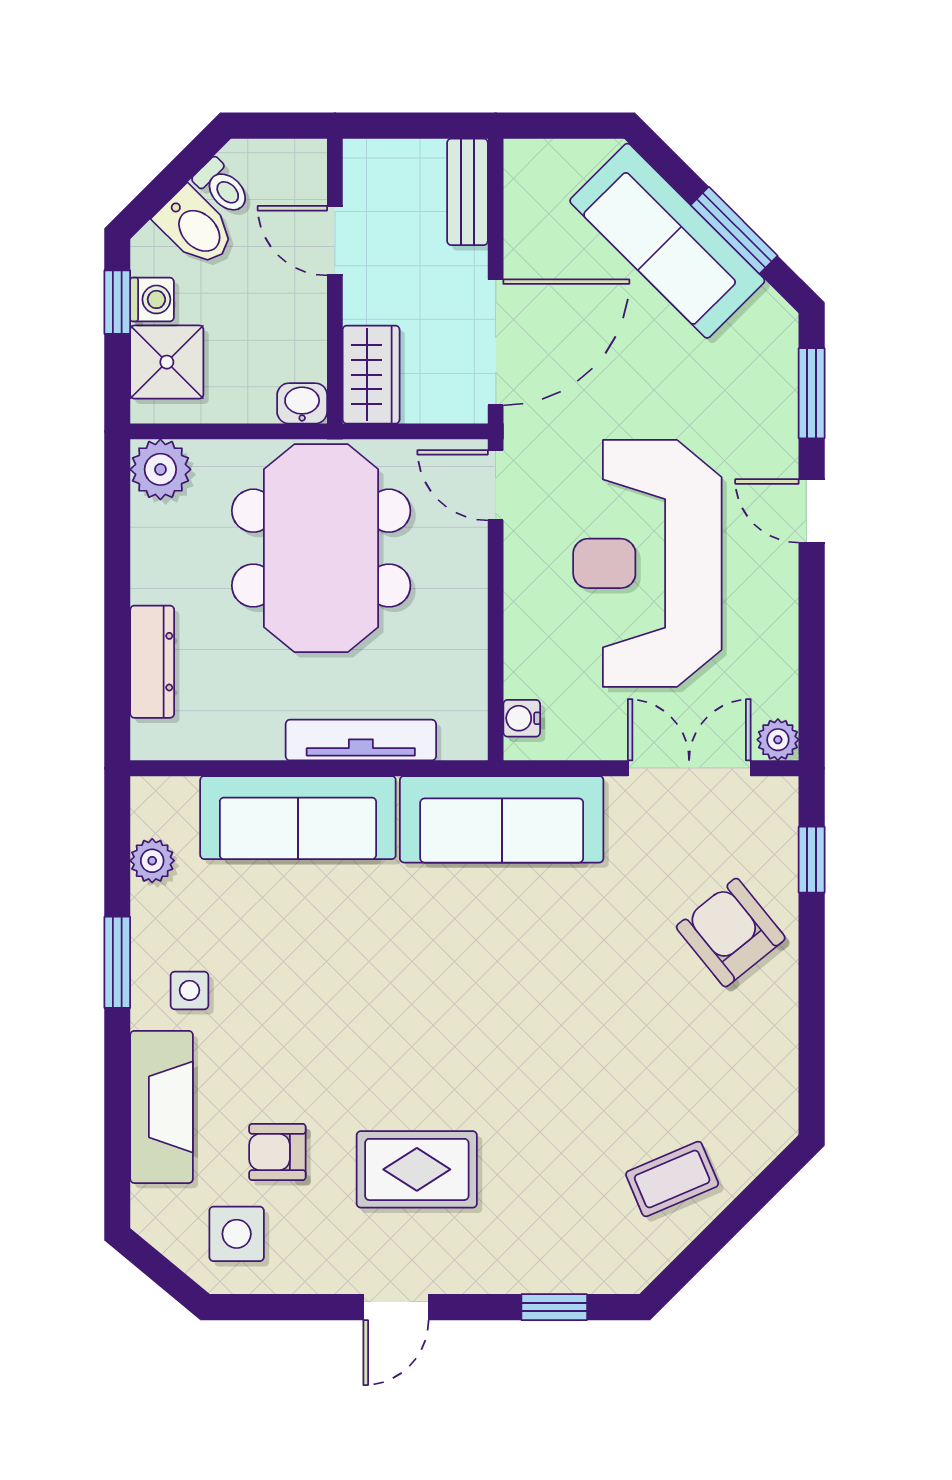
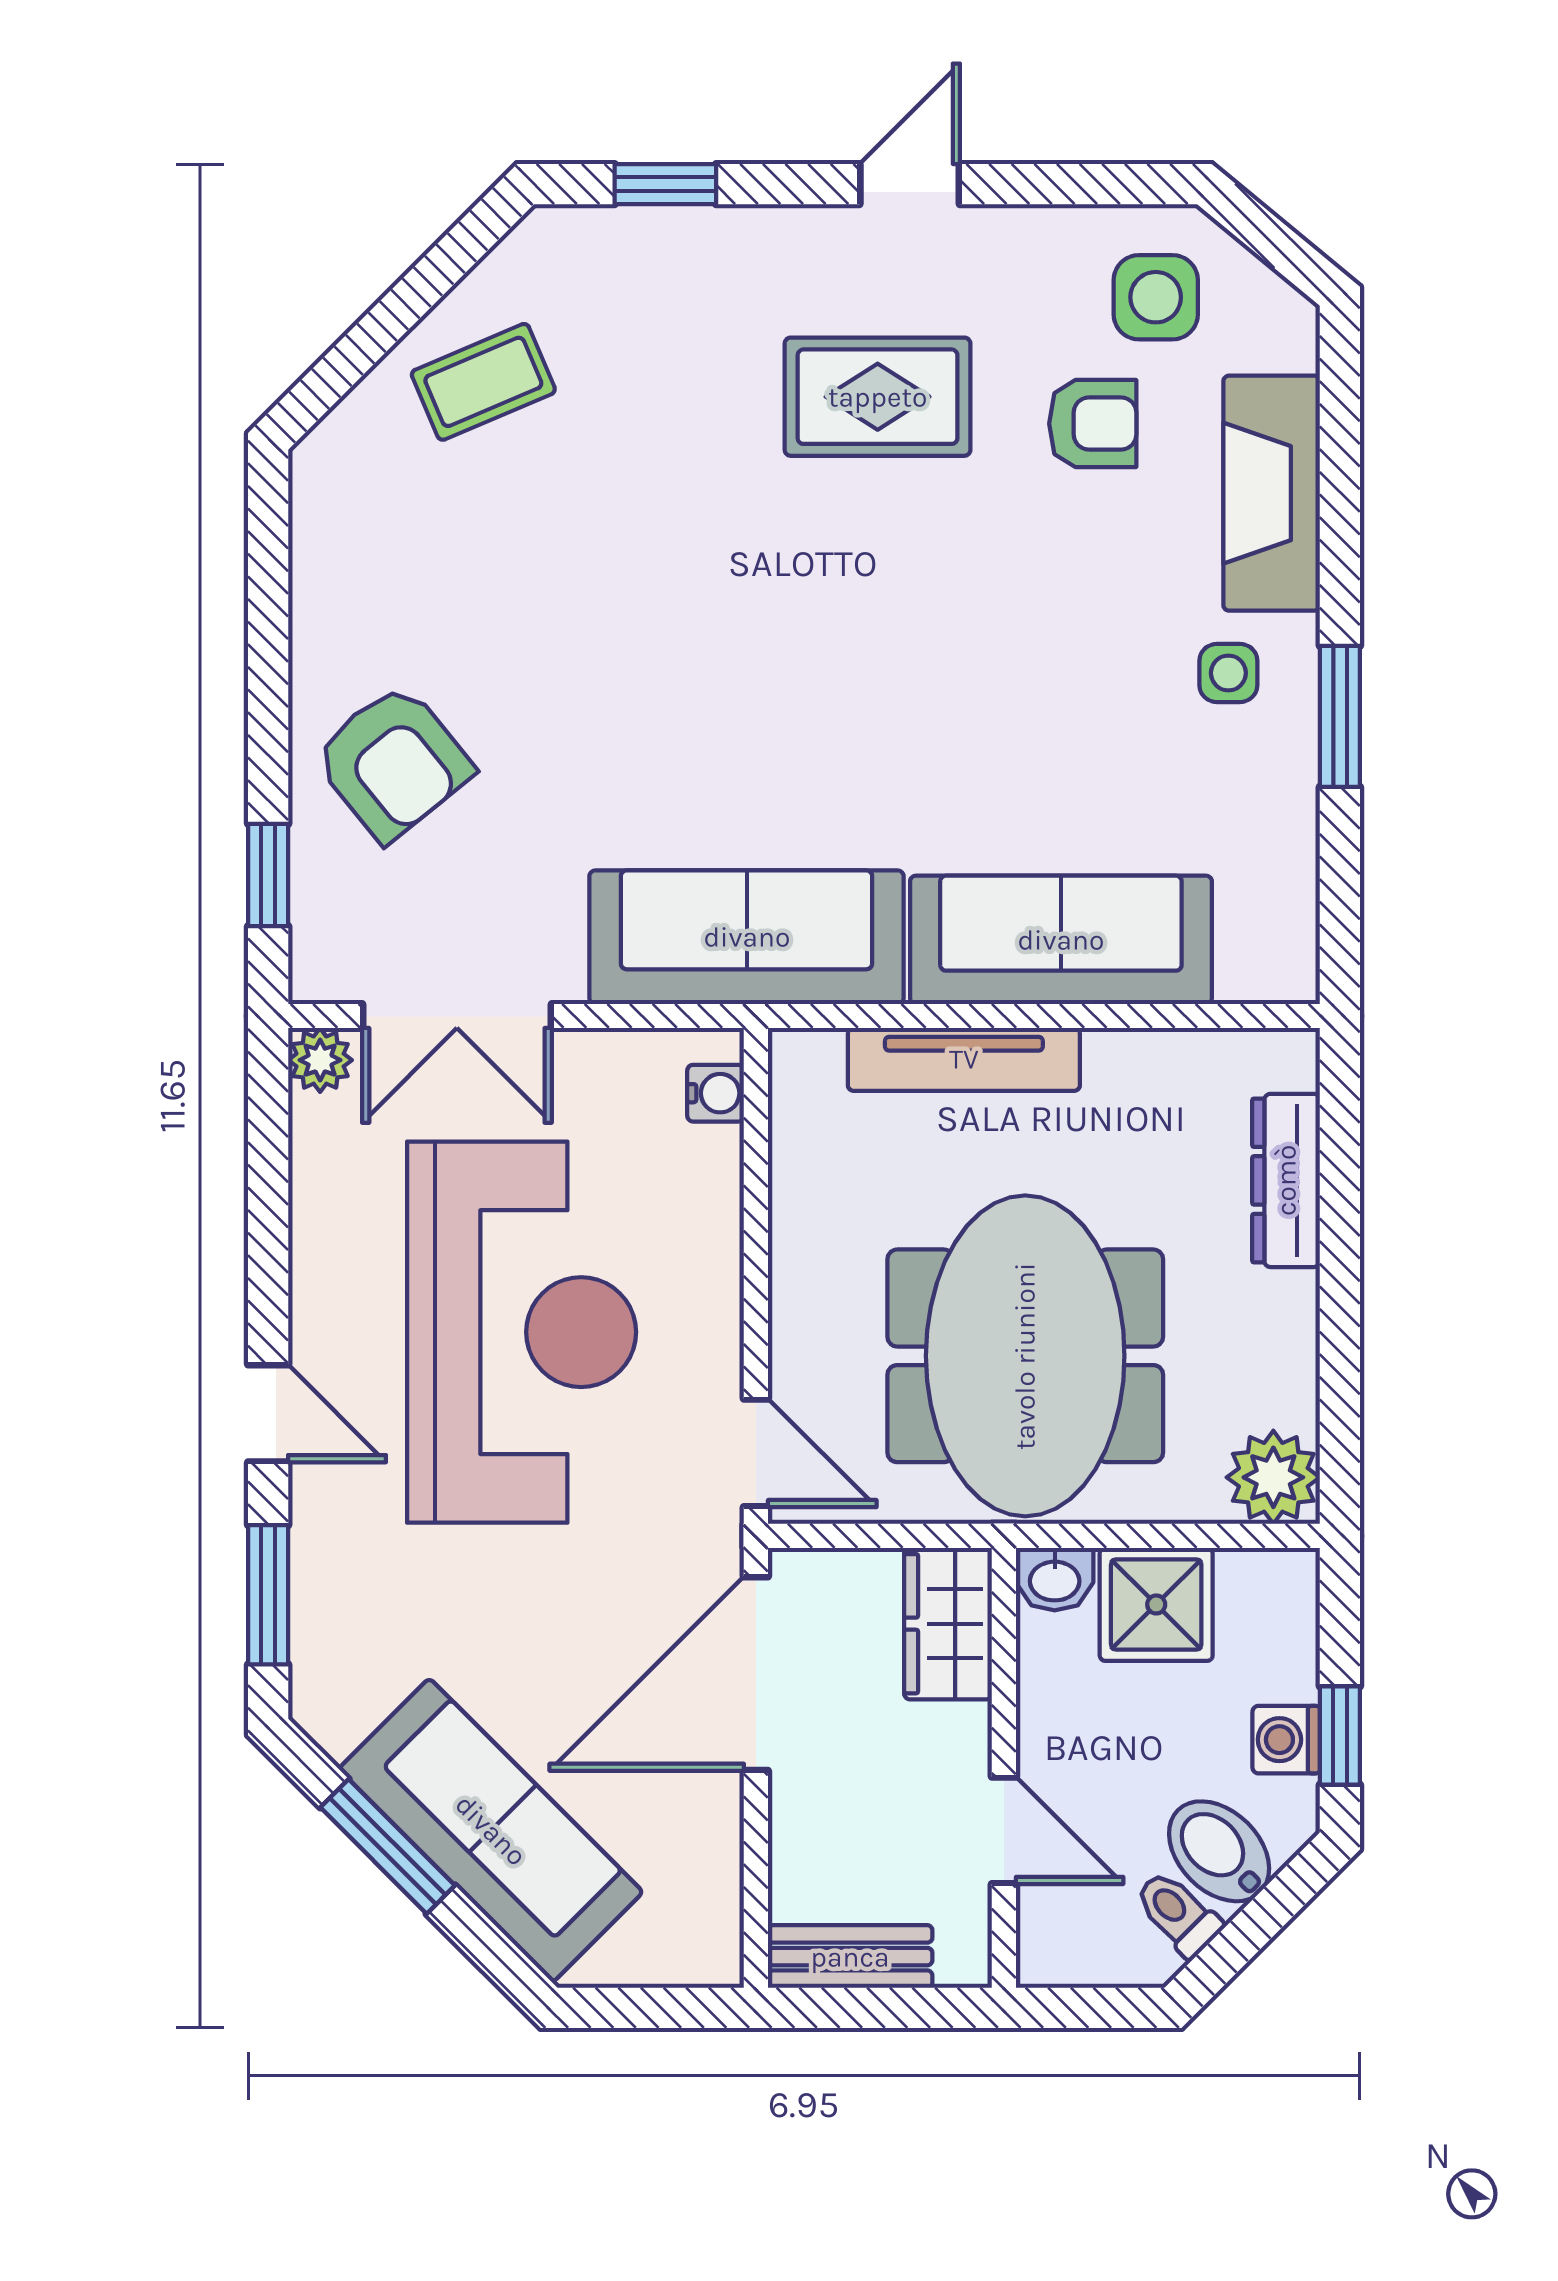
bench: (467, 192) -> (850, 1957), moved, turned 90
shower: (167, 362) -> (1156, 1604), moved
plant: (152, 861) -> (1286, 873), removed

